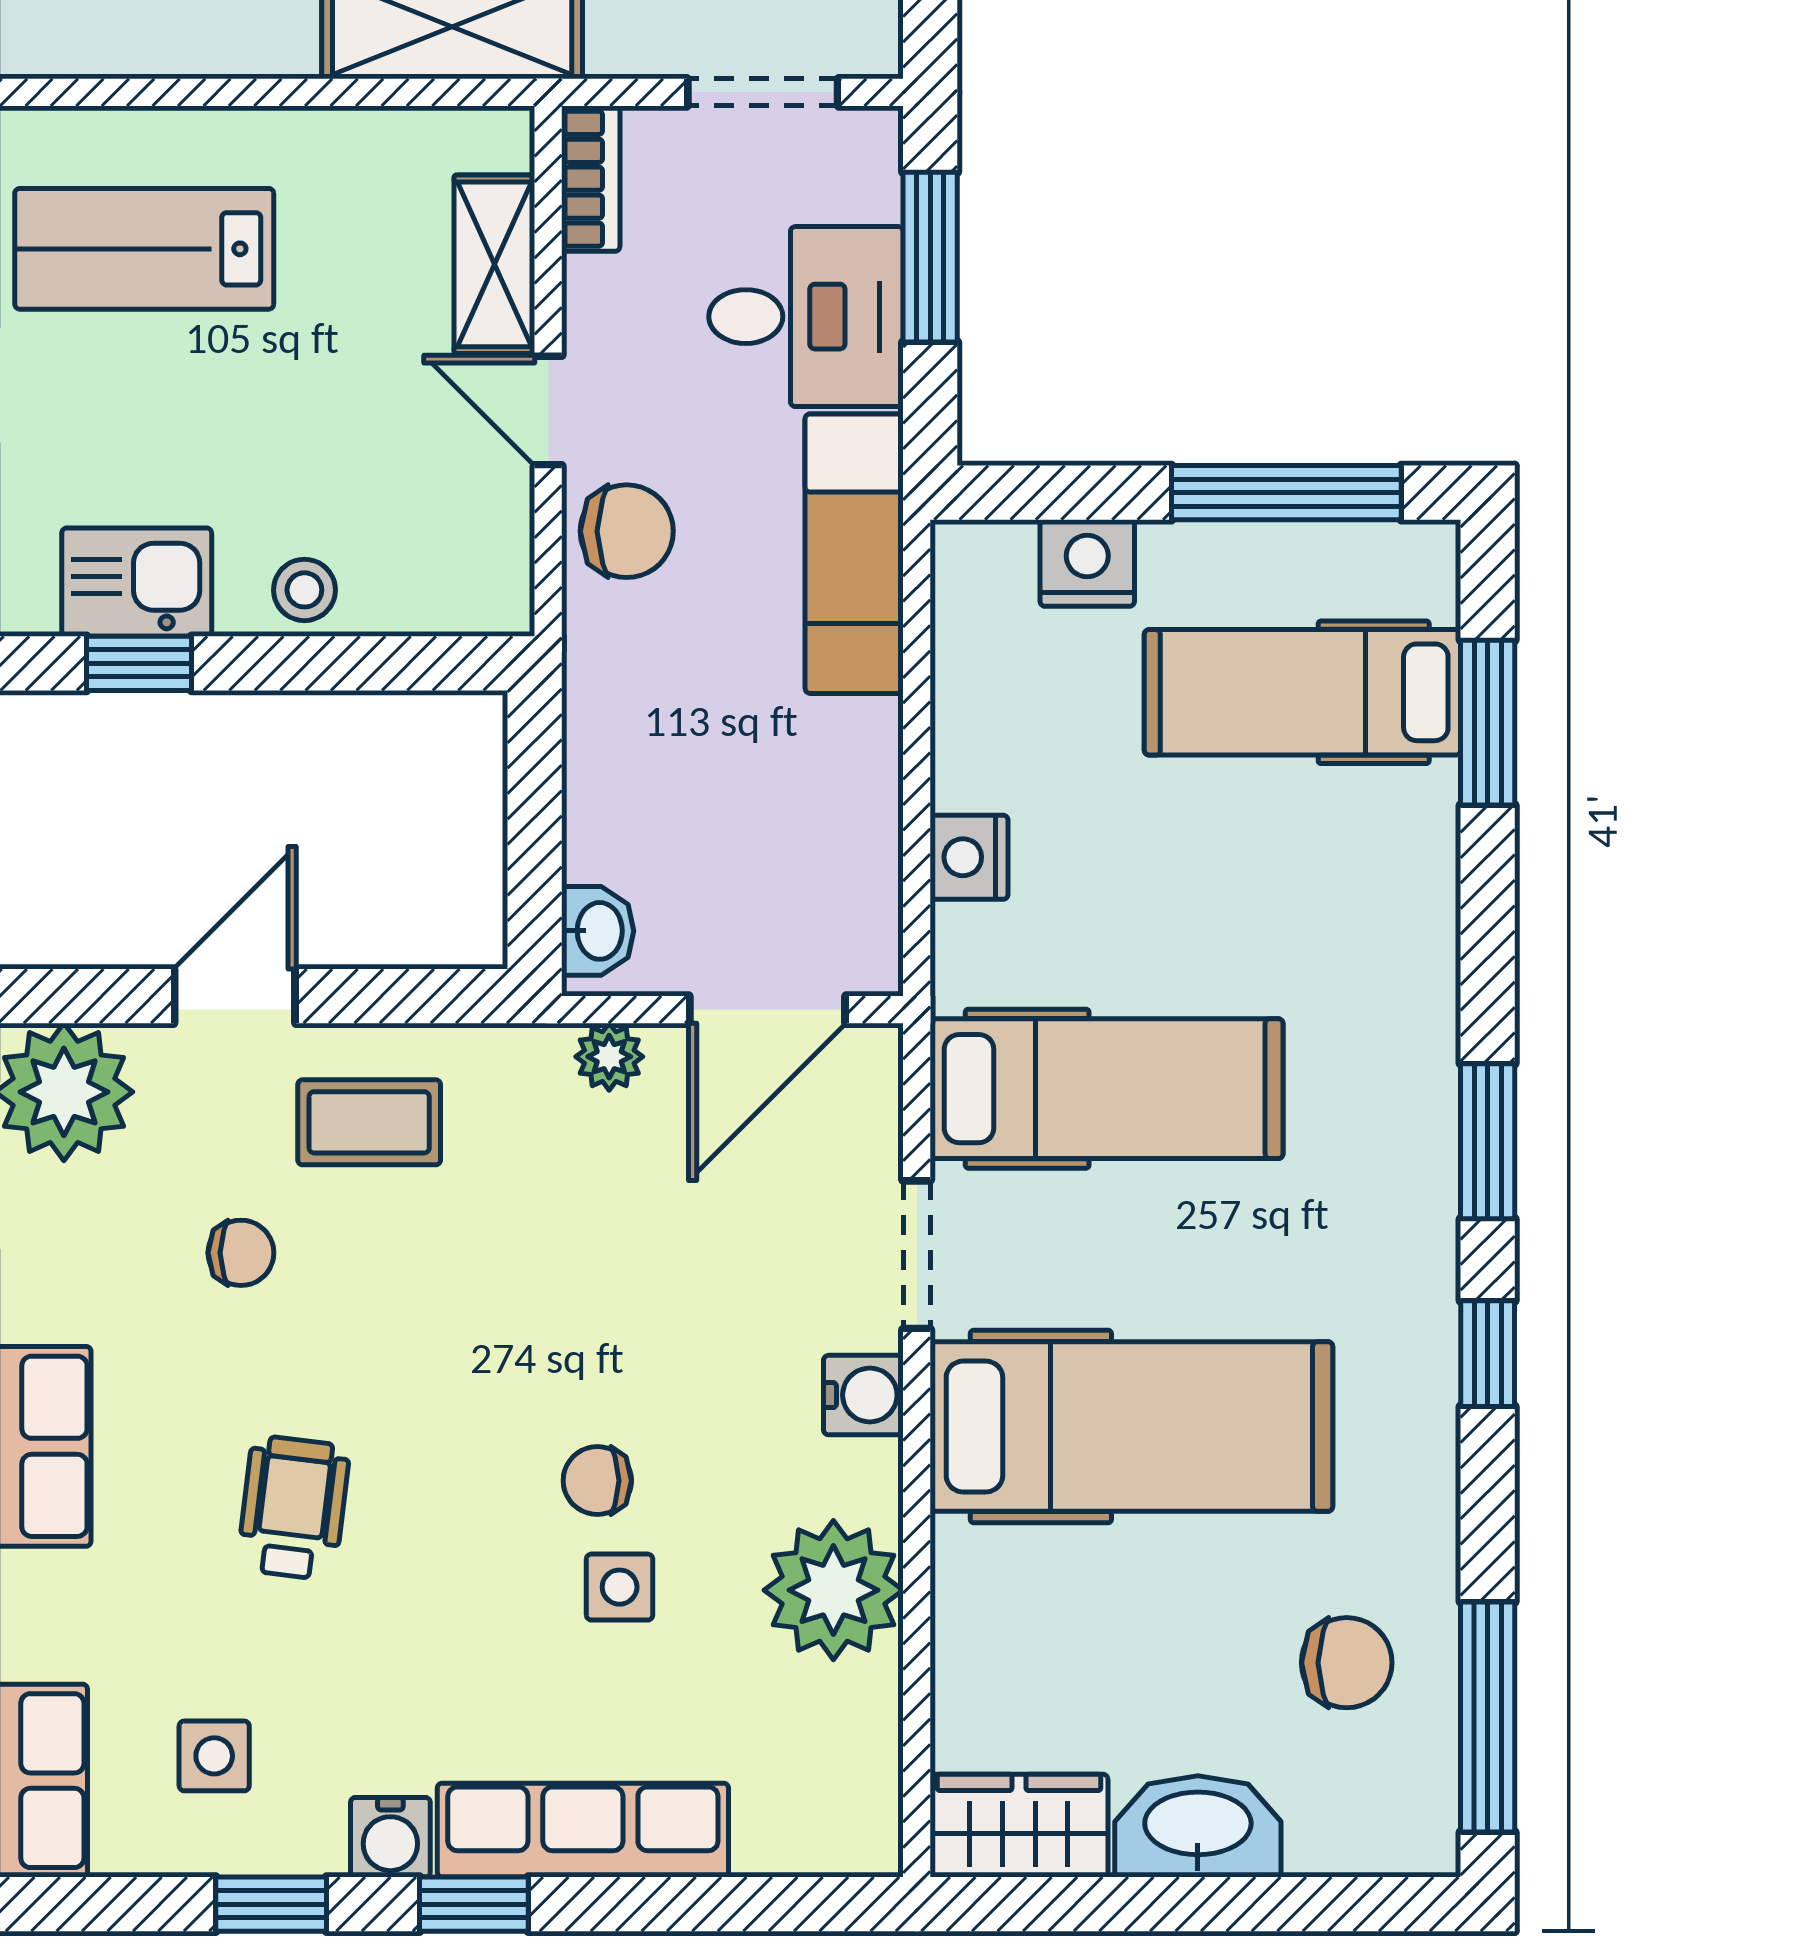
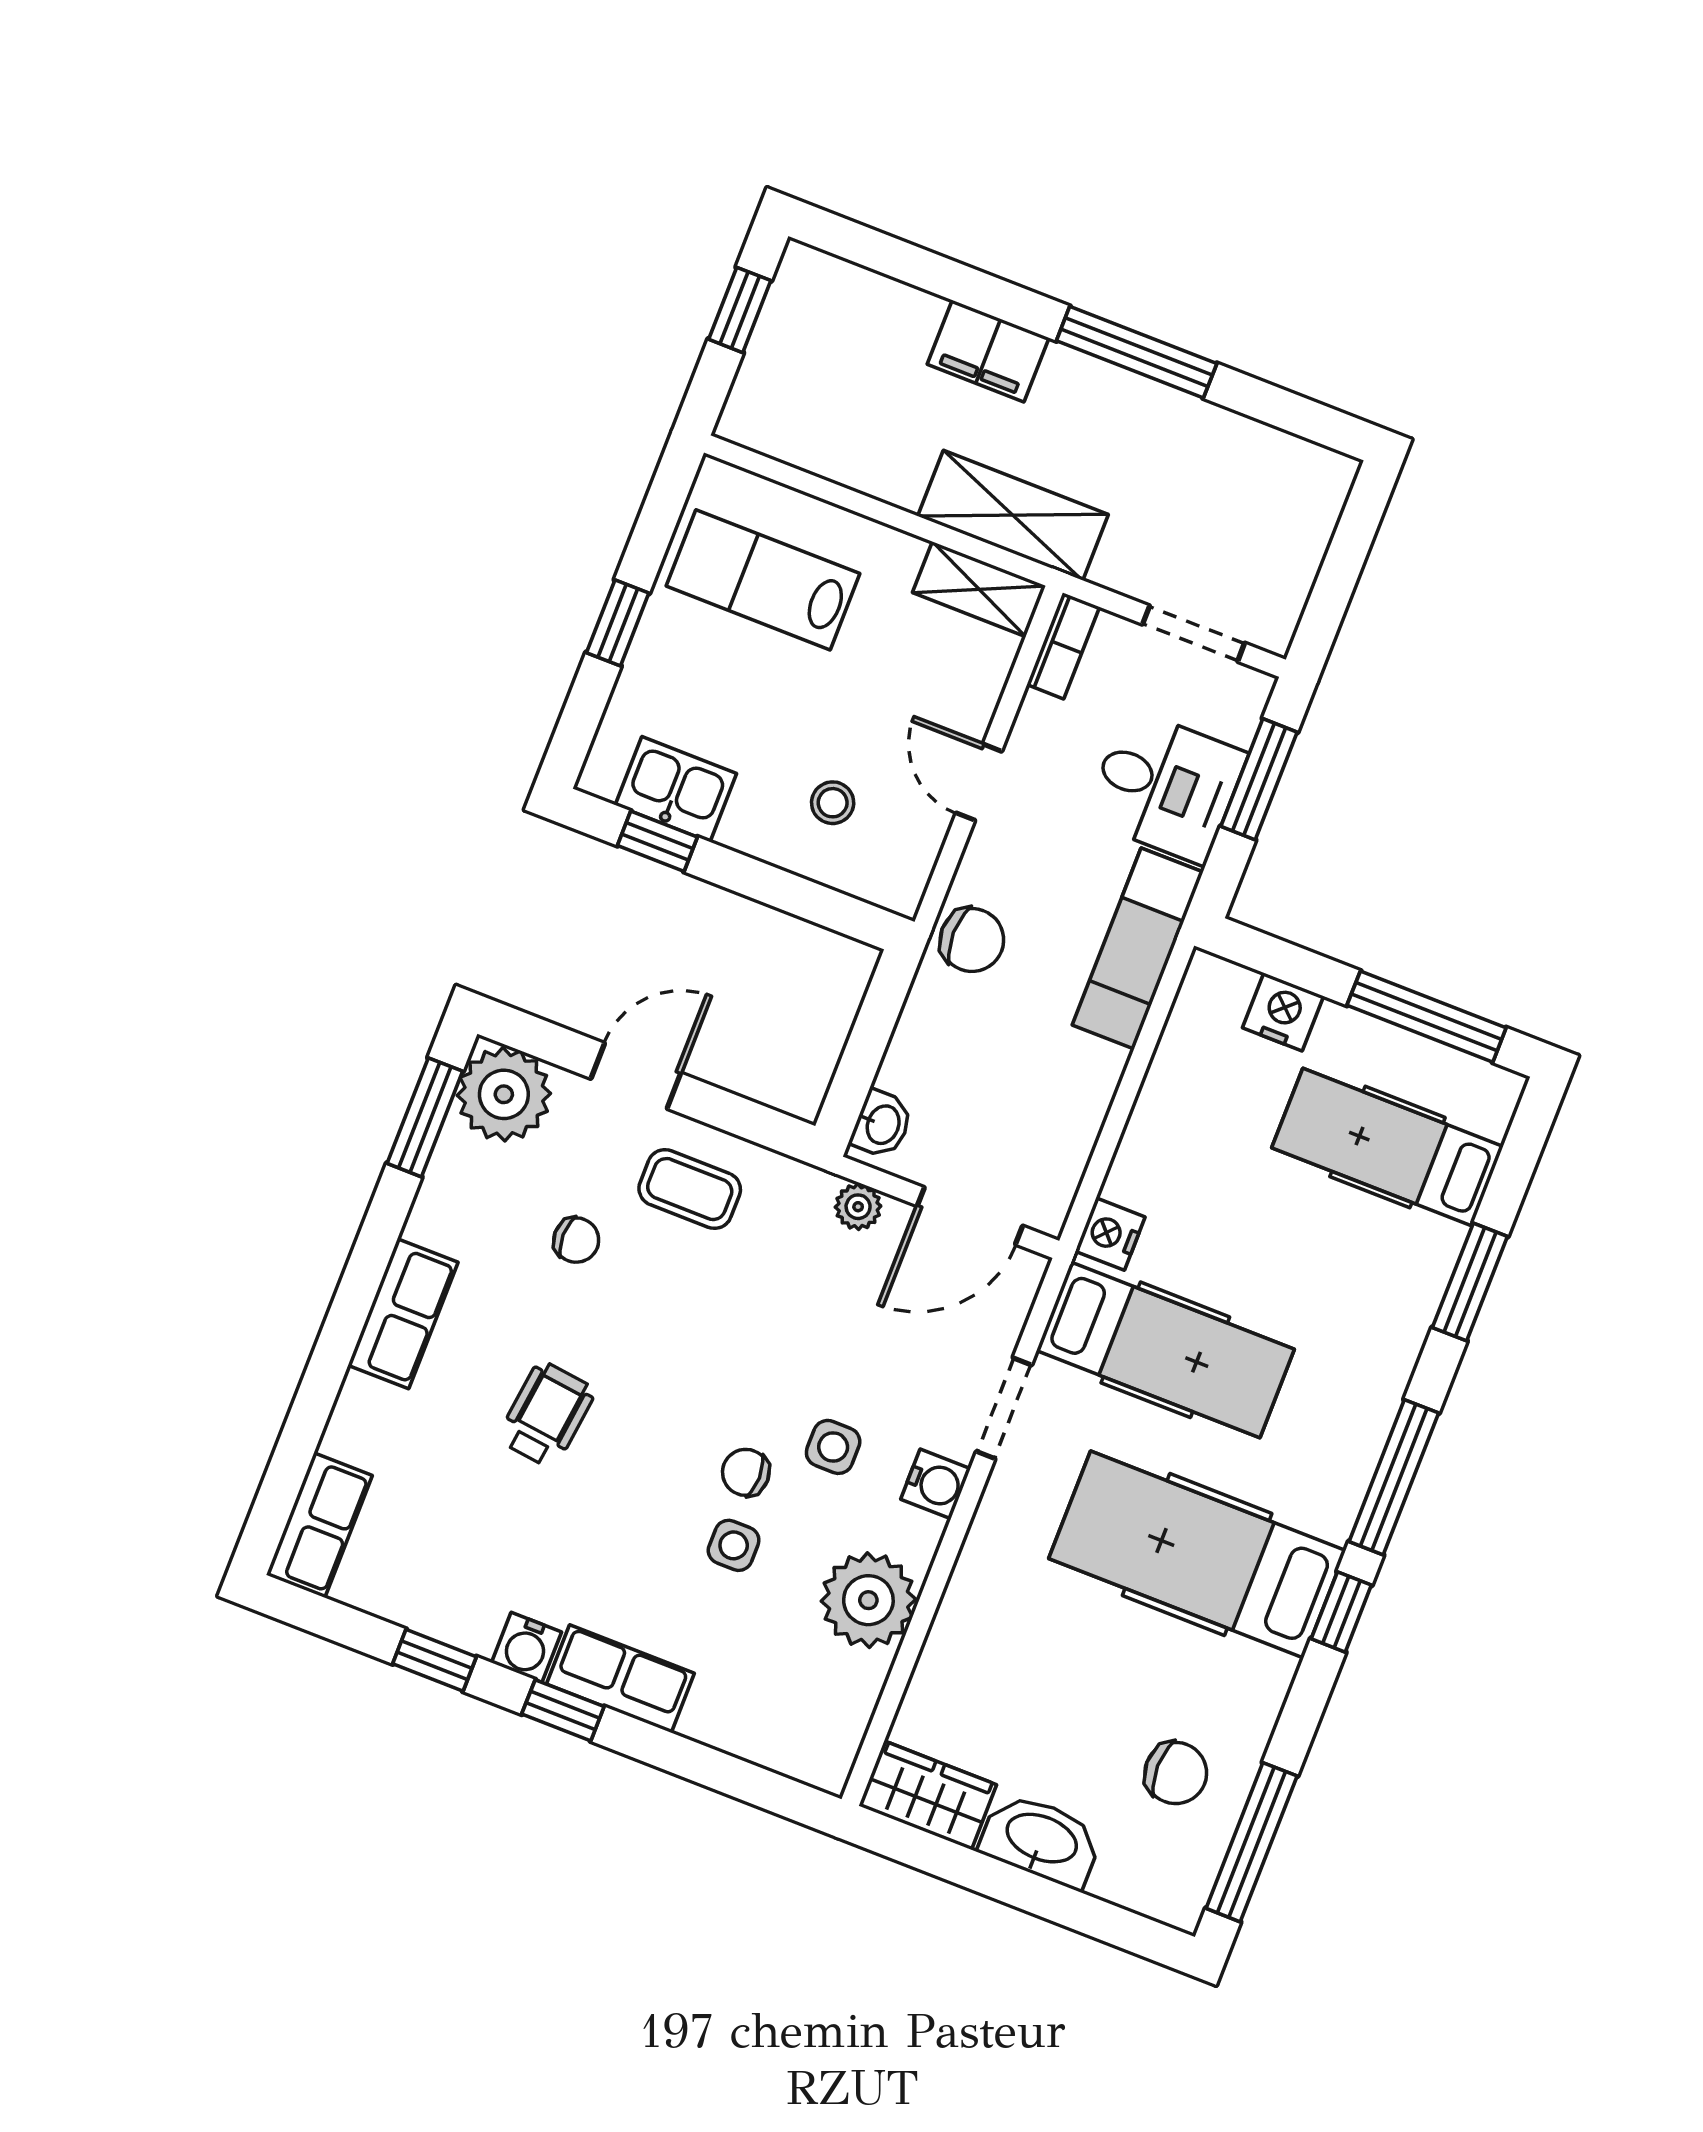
shelving: (494, 264) -> (979, 589), moved, turned 90
chair: (627, 531) -> (972, 940), moved
stool: (304, 590) -> (833, 803), moved
window: (1488, 723) -> (1470, 1282), moved
nightstand: (969, 857) -> (1110, 1234), moved
window: (1488, 1141) -> (1394, 1477), width x1.44
hospital bed: (1131, 1427) -> (1197, 1555), moved, turned 180
side table: (214, 1756) -> (833, 1447), moved
row of seats: (583, 1830) -> (620, 1679), width x0.68

